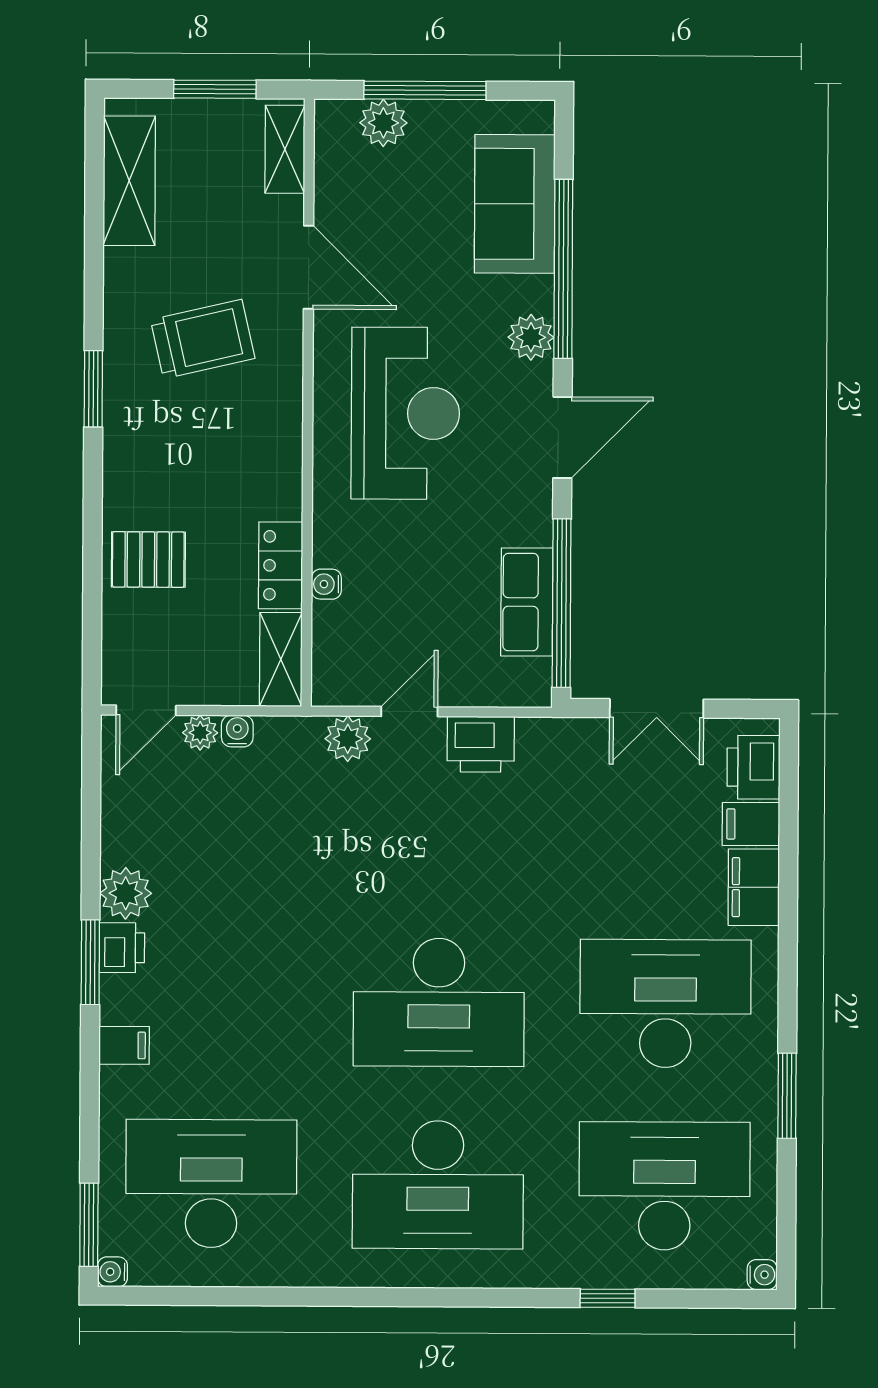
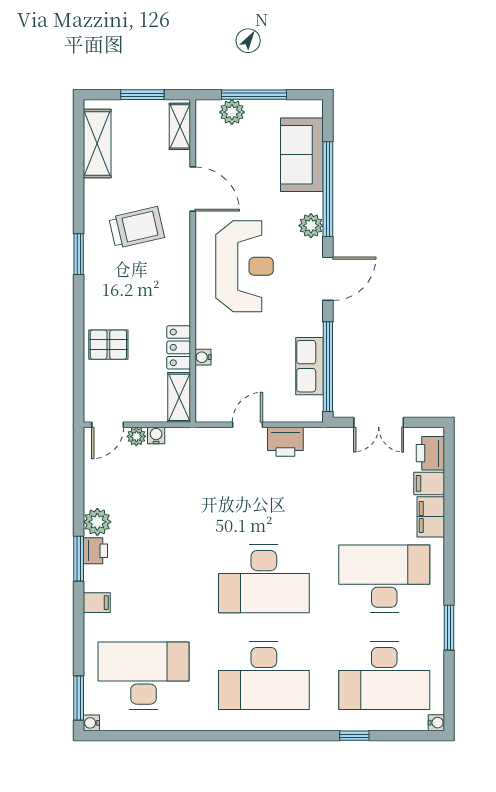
plant: (348, 739) -> (215, 439), removed
desk: (664, 1186) -> (384, 676), turned 180

